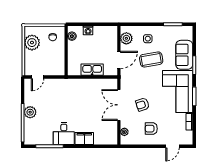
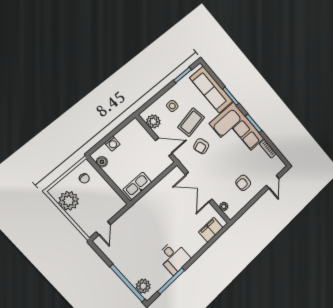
sofa: (184, 55) -> (211, 90), width x1.36
door: (119, 60) -> (164, 147), hinge flipped
kitchen sink: (92, 70) -> (137, 186), moved
armchair: (142, 104) -> (201, 146), moved
plant: (30, 112) -> (143, 286), moved
filing cabinet: (84, 139) -> (211, 230), moved

